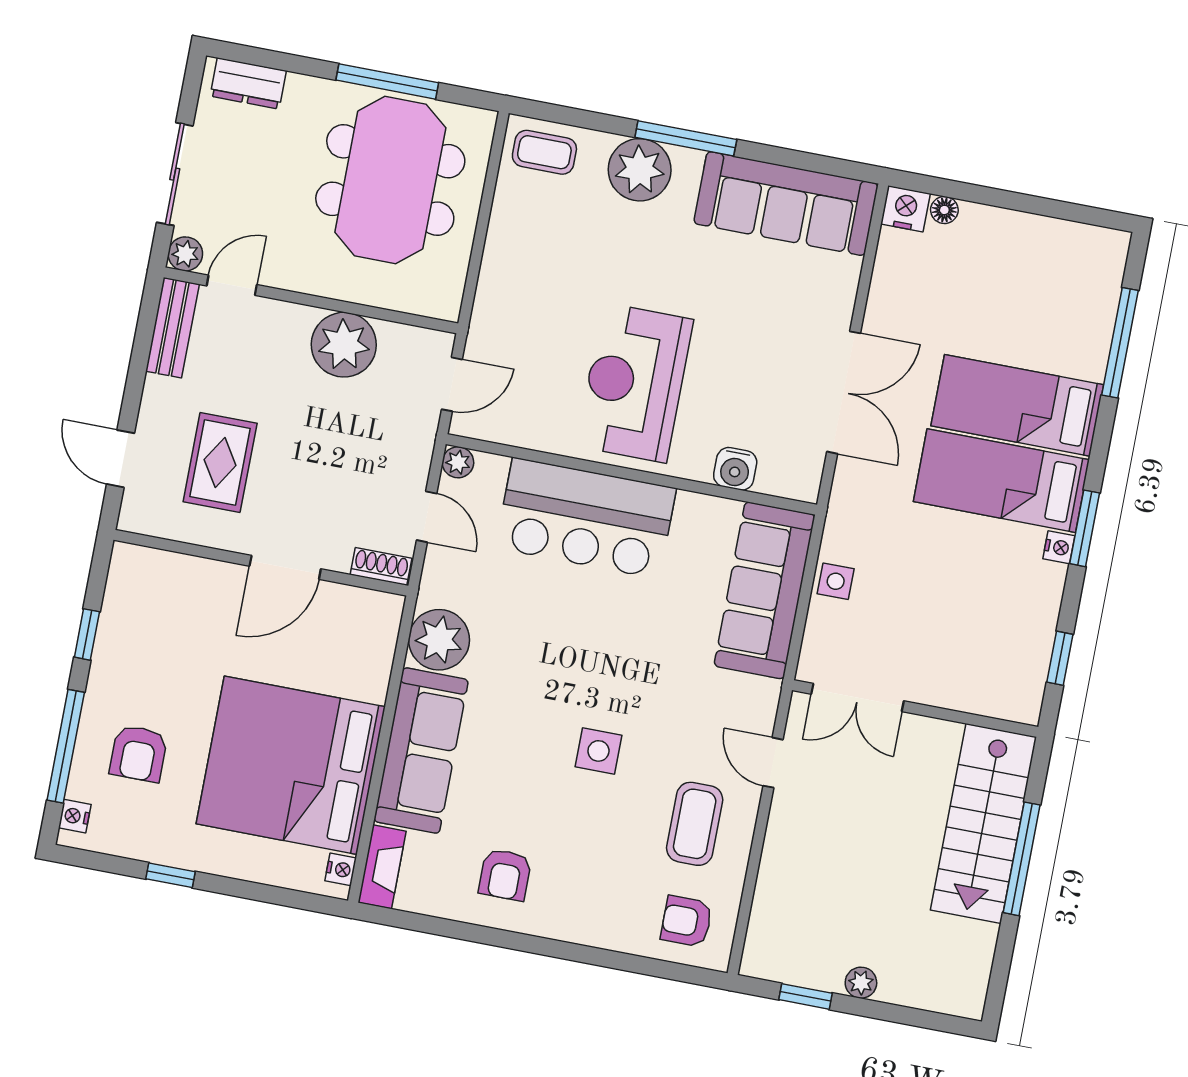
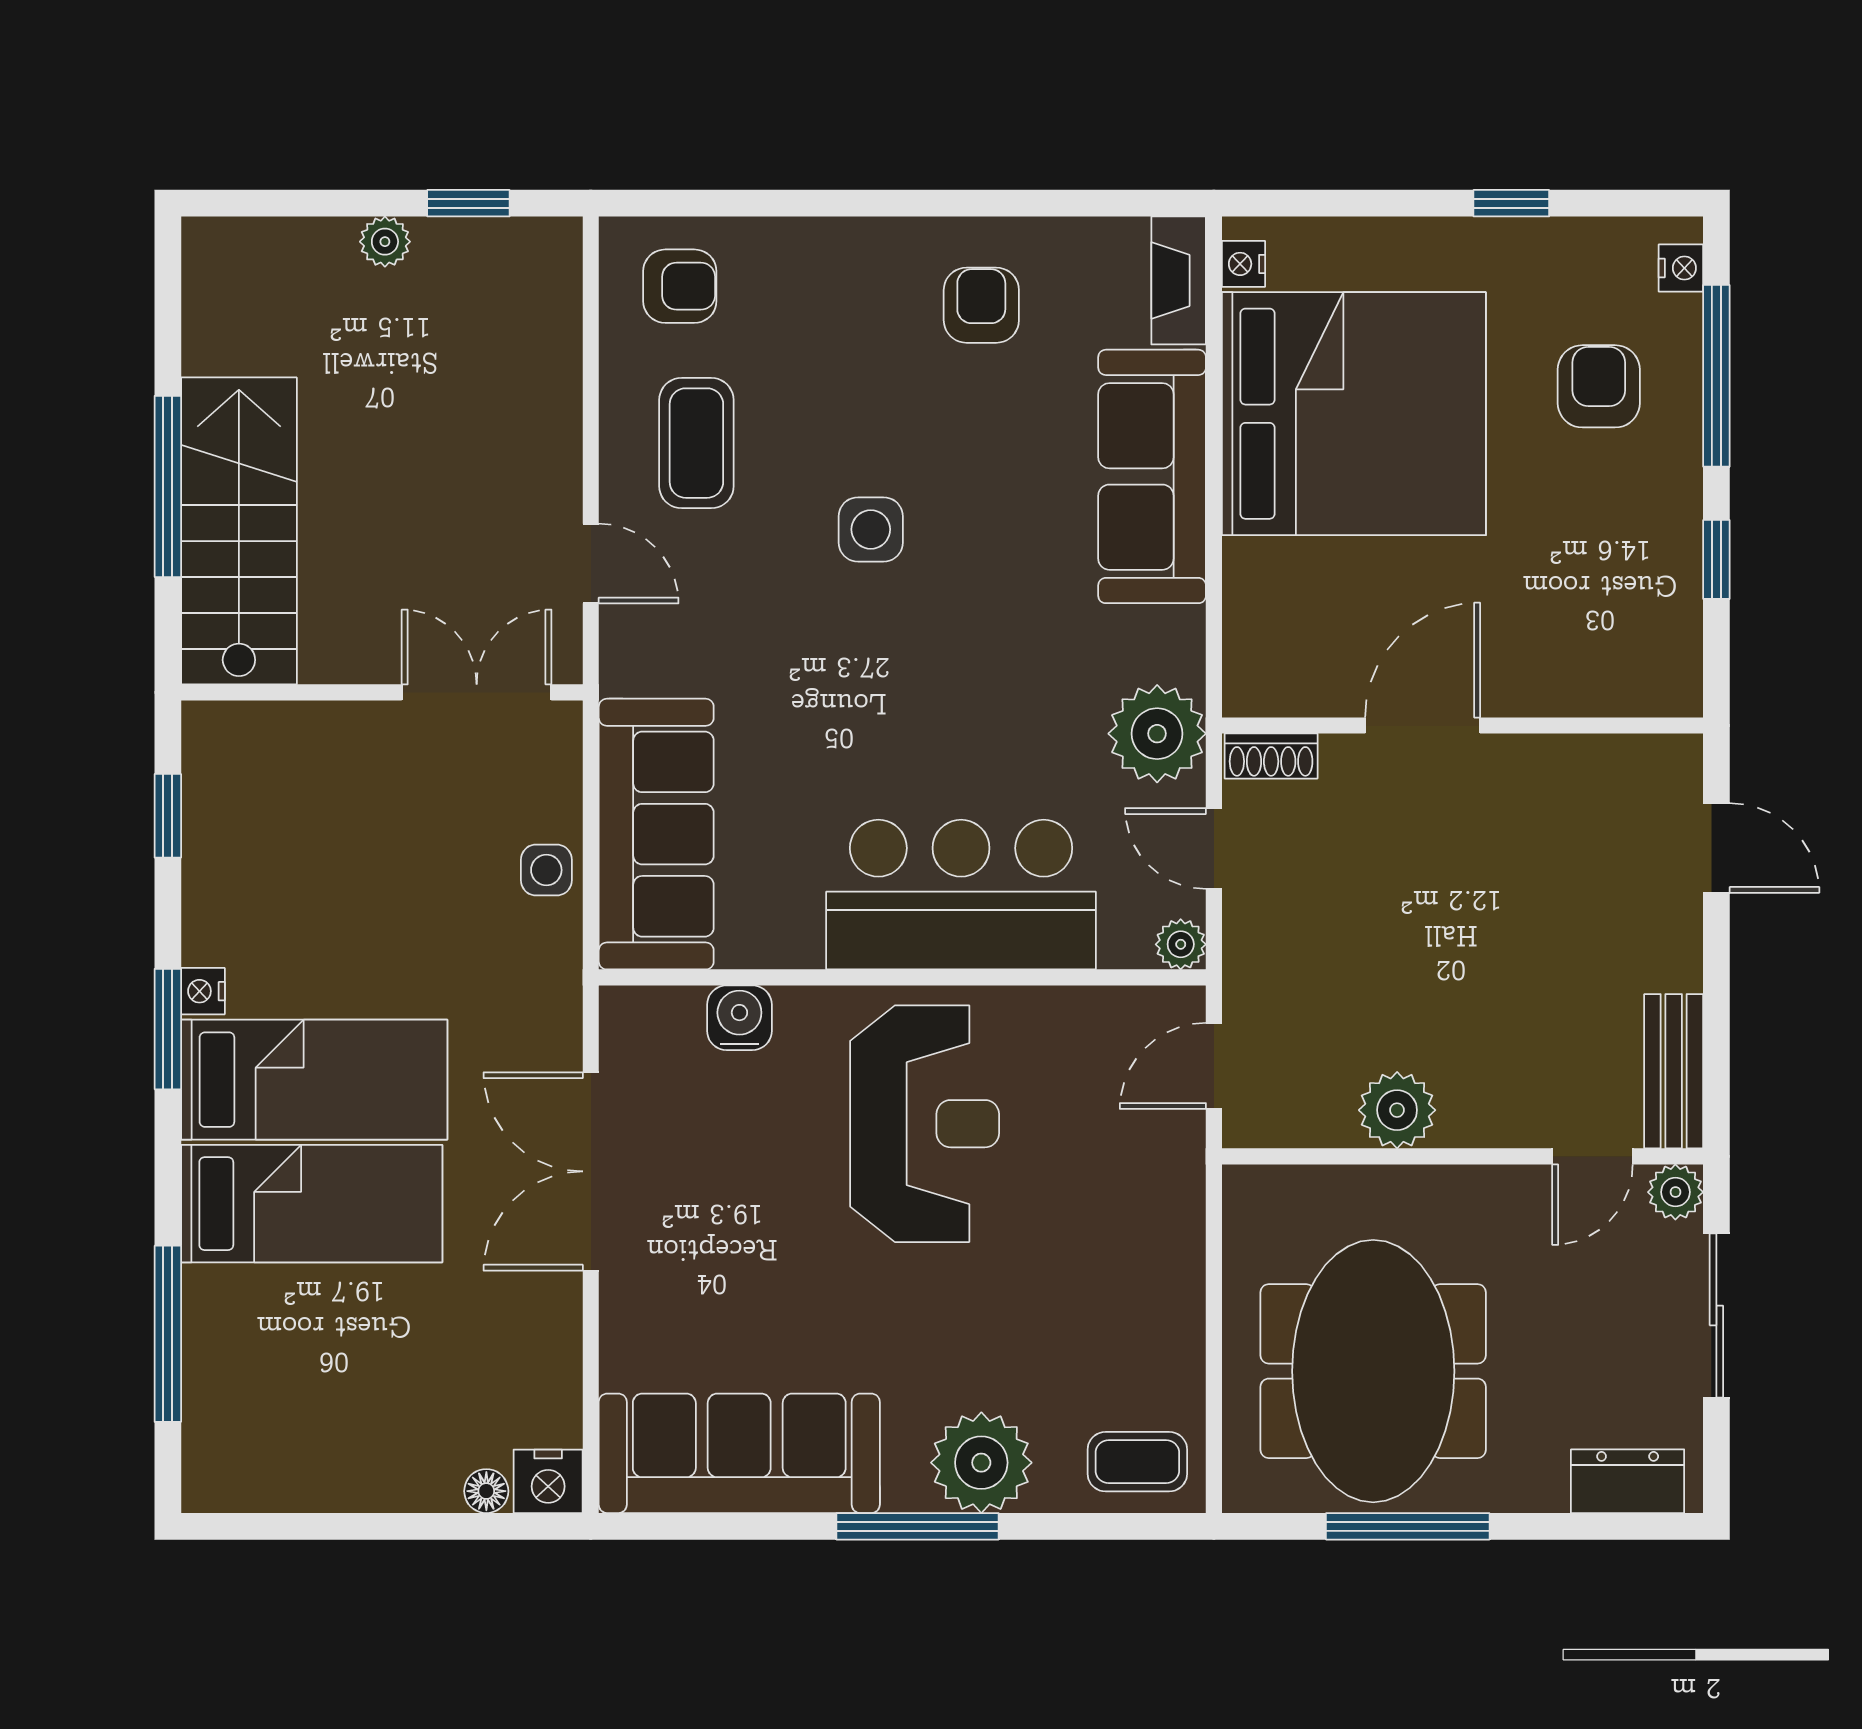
plant: (344, 345) -> (1397, 1110), width x0.73, depth x0.73
rug: (220, 462) -> (1558, 872), removed
plant: (439, 640) -> (1157, 734), moved

